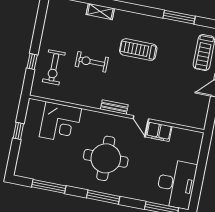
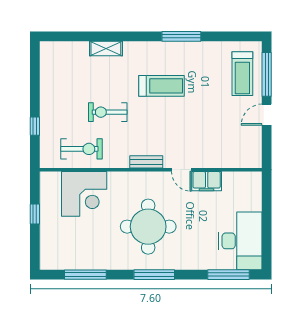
window: (179, 17) -> (181, 36), moved
treadmill: (138, 50) -> (162, 86), turned 180
exercise bike: (54, 67) -> (81, 149), moved, turned -90

